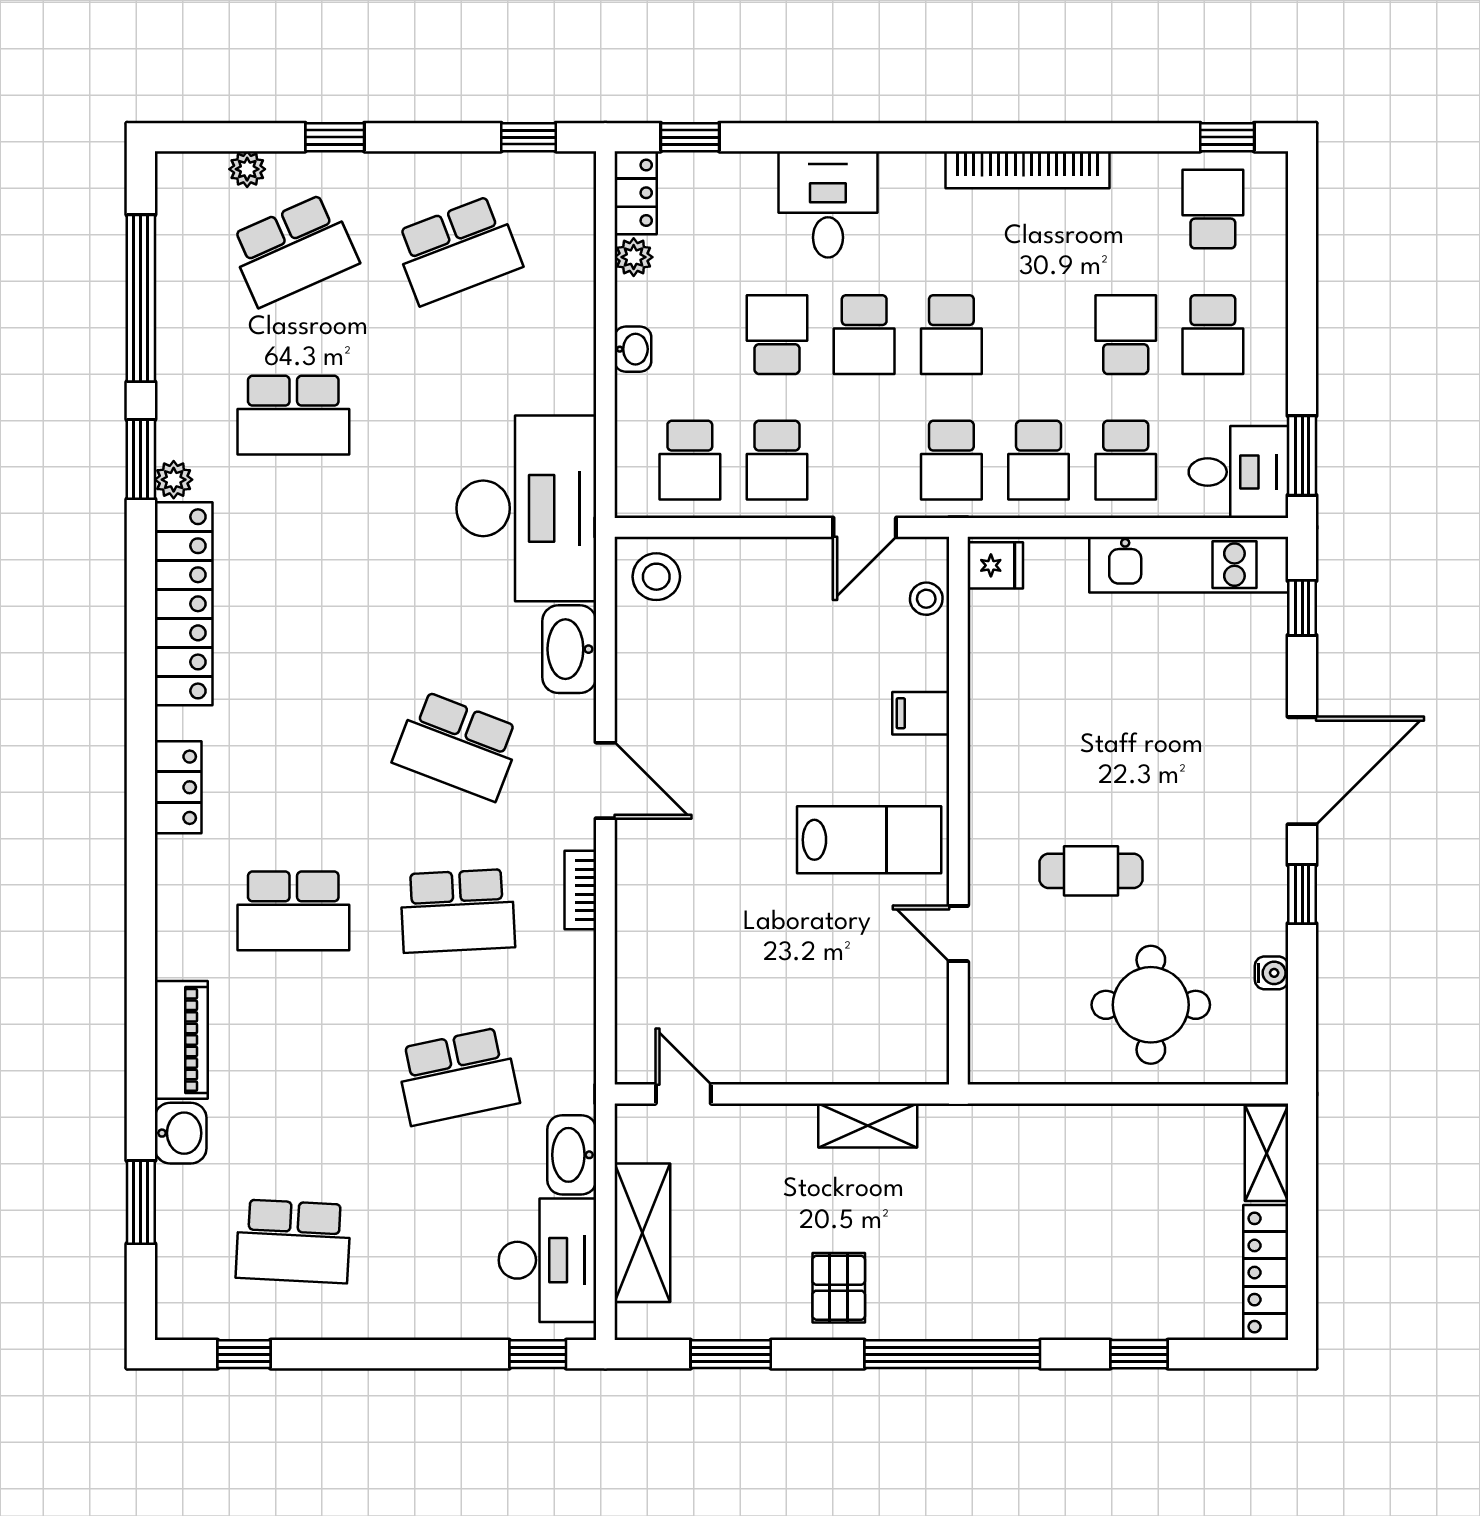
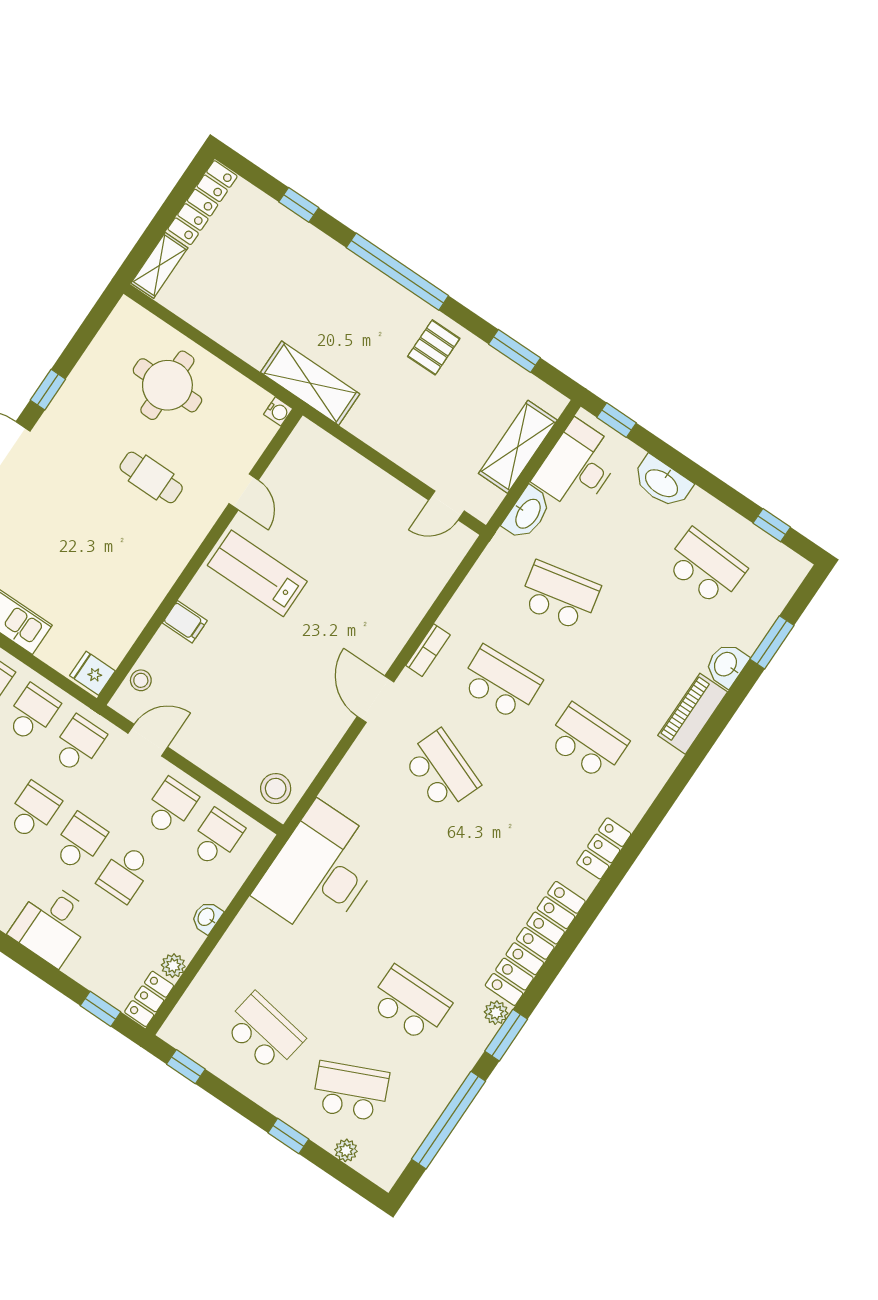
school desk: (458, 250) -> (264, 1032), turned 30
washbasin: (569, 649) -> (662, 482), moved, turned 90
water cooler: (1271, 973) -> (278, 411), moved, turned 180
door: (683, 1094) -> (446, 505), hinge flipped
shelving: (868, 1125) -> (310, 383), moved, width x1.50, depth x1.33

